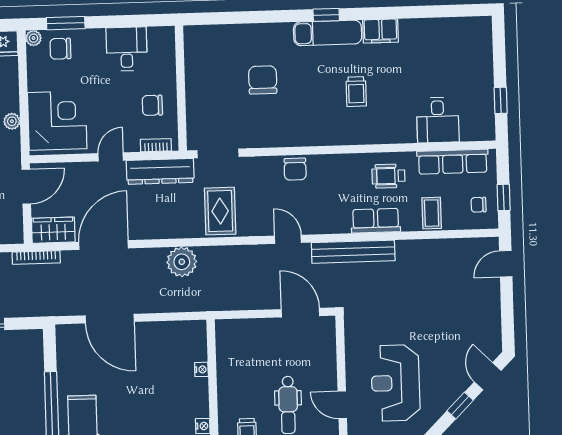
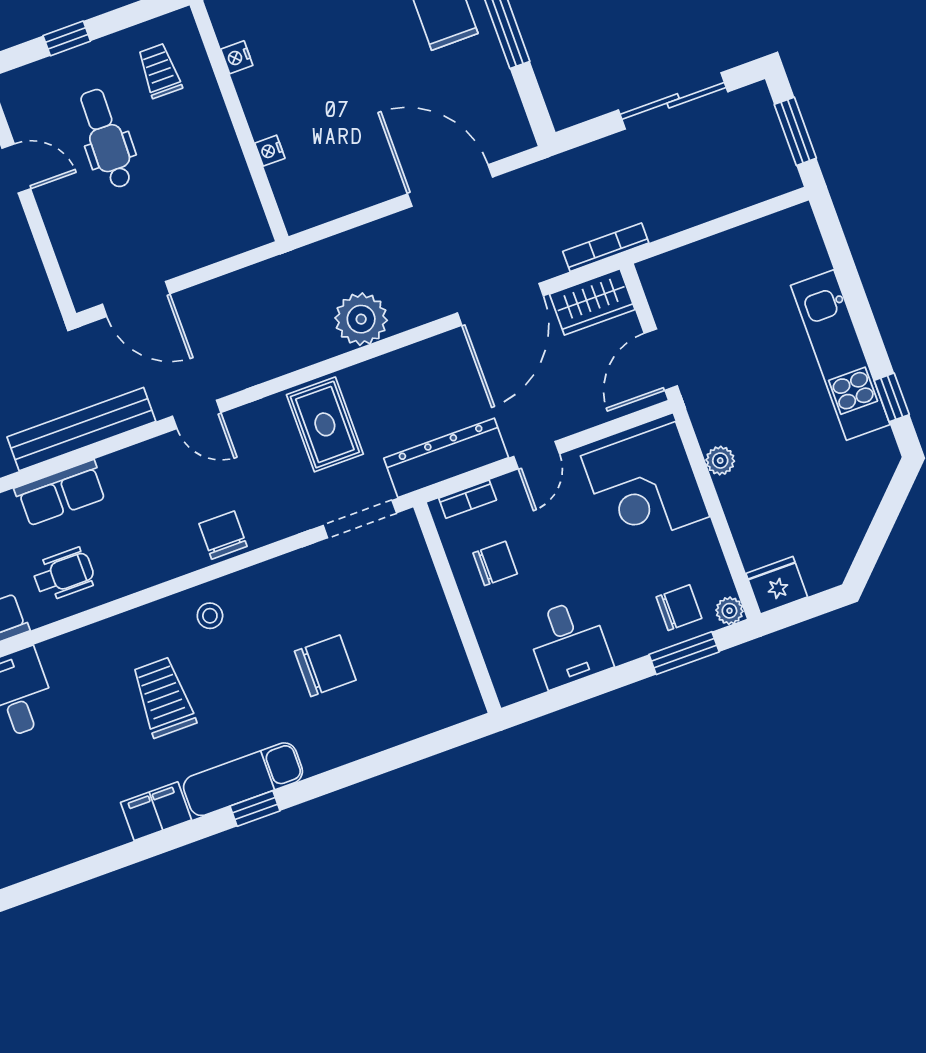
chair: (263, 80) -> (325, 666), turned -90
trolley: (356, 92) -> (163, 697), width x1.36, depth x1.39
stool: (317, 128) -> (210, 616), added

